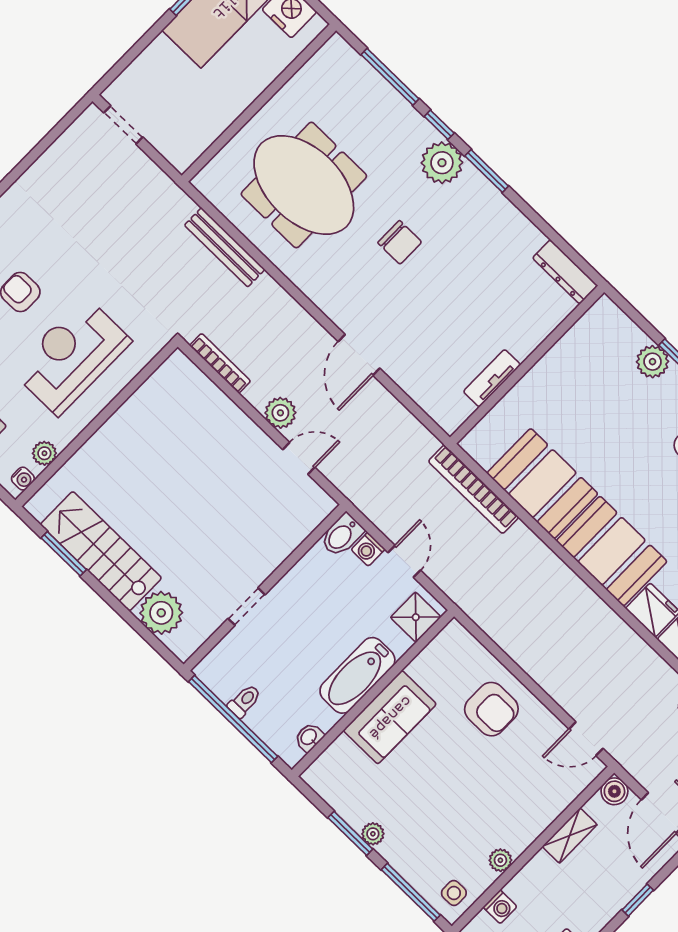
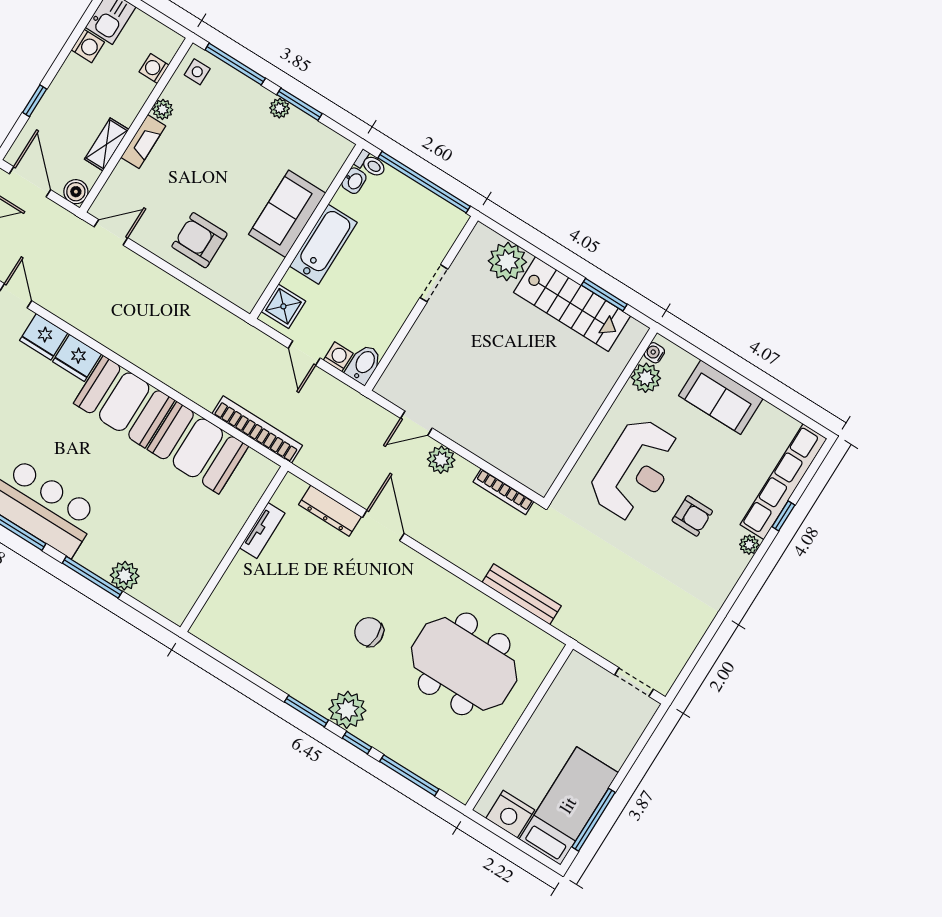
dresser: (565, 272) -> (330, 511), moved, turned 180
plant: (44, 453) -> (646, 378), width x1.38, depth x1.38
toilet: (244, 701) -> (371, 164), moved, turned -90
fireplace: (529, 830) -> (143, 142), added

